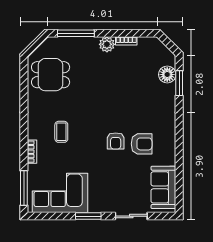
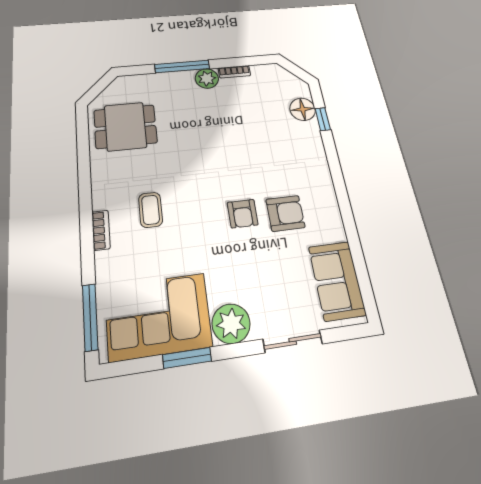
window: (76, 33) -> (182, 66), moved
window: (179, 83) -> (323, 119), width x0.67
bookcase: (32, 152) -> (101, 230), moved
plant: (99, 202) -> (231, 324), added
window: (88, 216) -> (187, 358), moved

